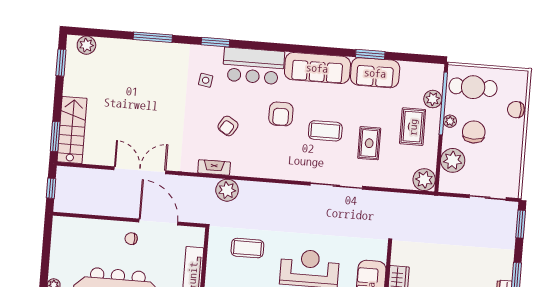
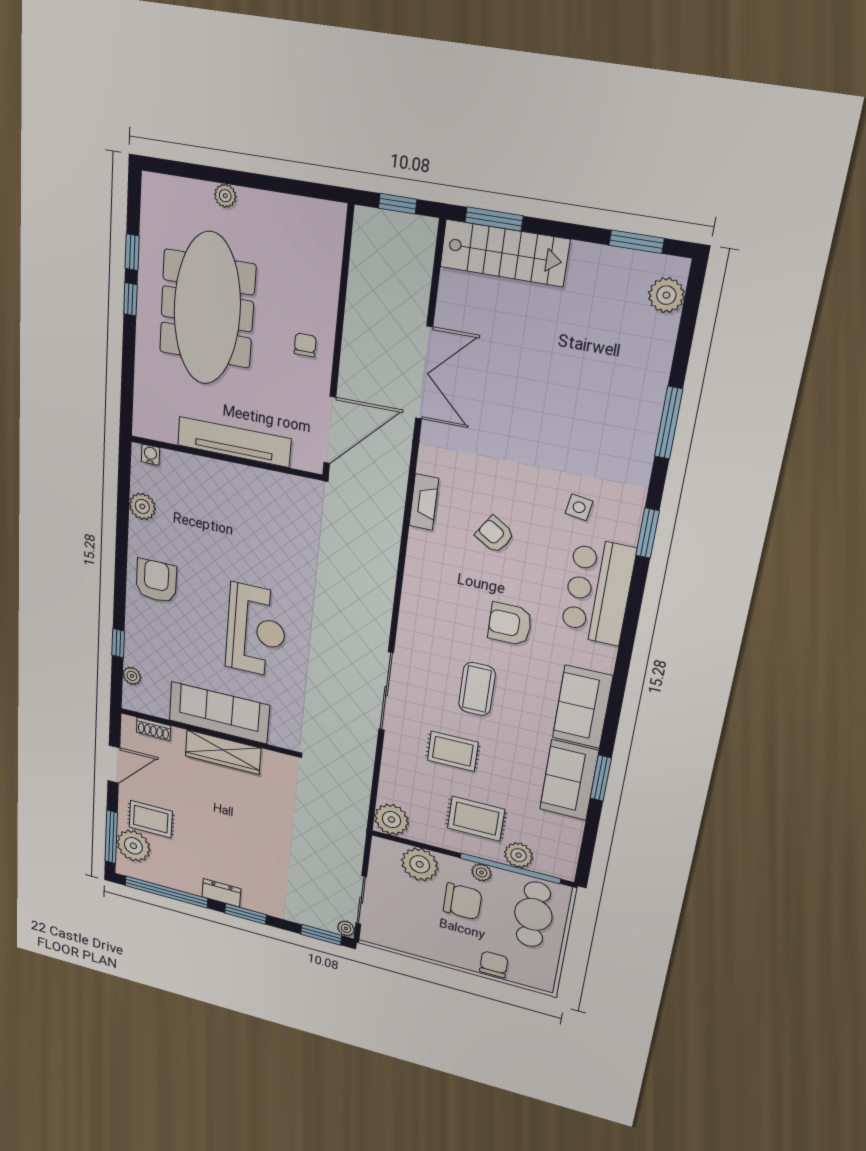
sofa: (317, 68) -> (582, 707), width x0.73
plant: (227, 190) -> (346, 928), moved, width x0.53, depth x0.53
door: (158, 222) -> (330, 430), moved
coffee table: (247, 248) -> (288, 539), removed

